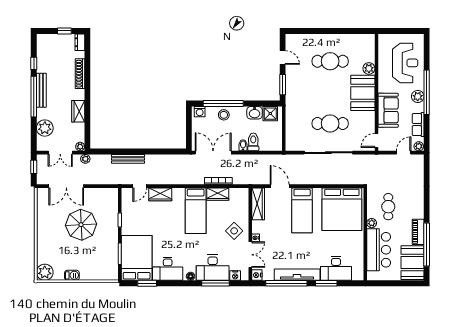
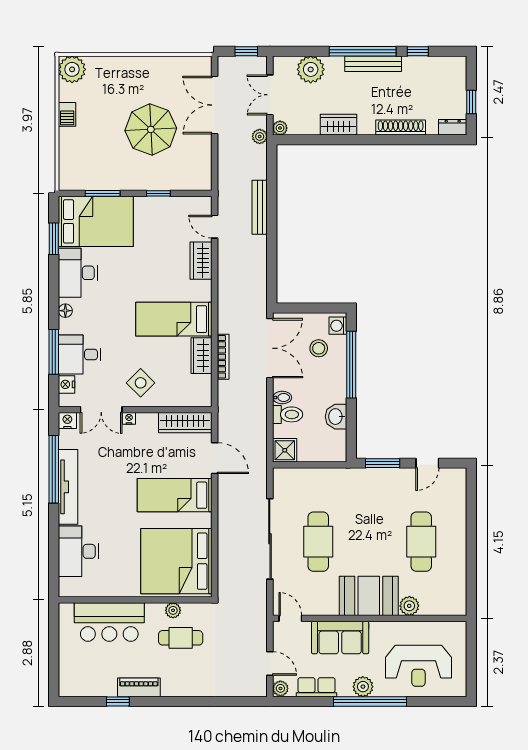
shower: (270, 114) -> (285, 450), moved
stool: (224, 115) -> (319, 348), moved
door: (280, 186) -> (215, 458), hinge flipped
plant: (372, 223) -> (173, 610), moved
window: (427, 245) -> (118, 701), width x0.32
booth: (412, 263) -> (88, 678), removed
desk: (213, 268) -> (80, 355), width x0.73
window: (326, 283) -> (54, 535), removed

